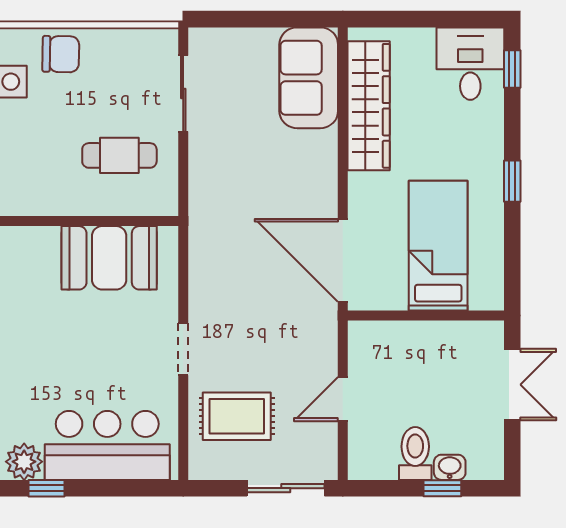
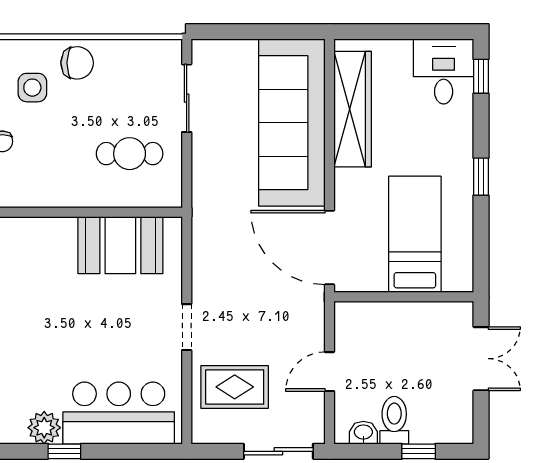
sofa: (309, 78) -> (292, 123), width x1.85, depth x1.27
washbasin: (450, 467) -> (363, 433), moved

